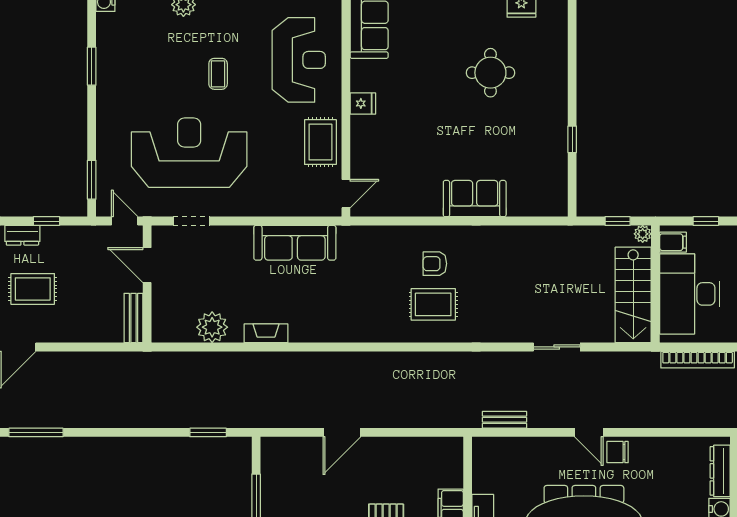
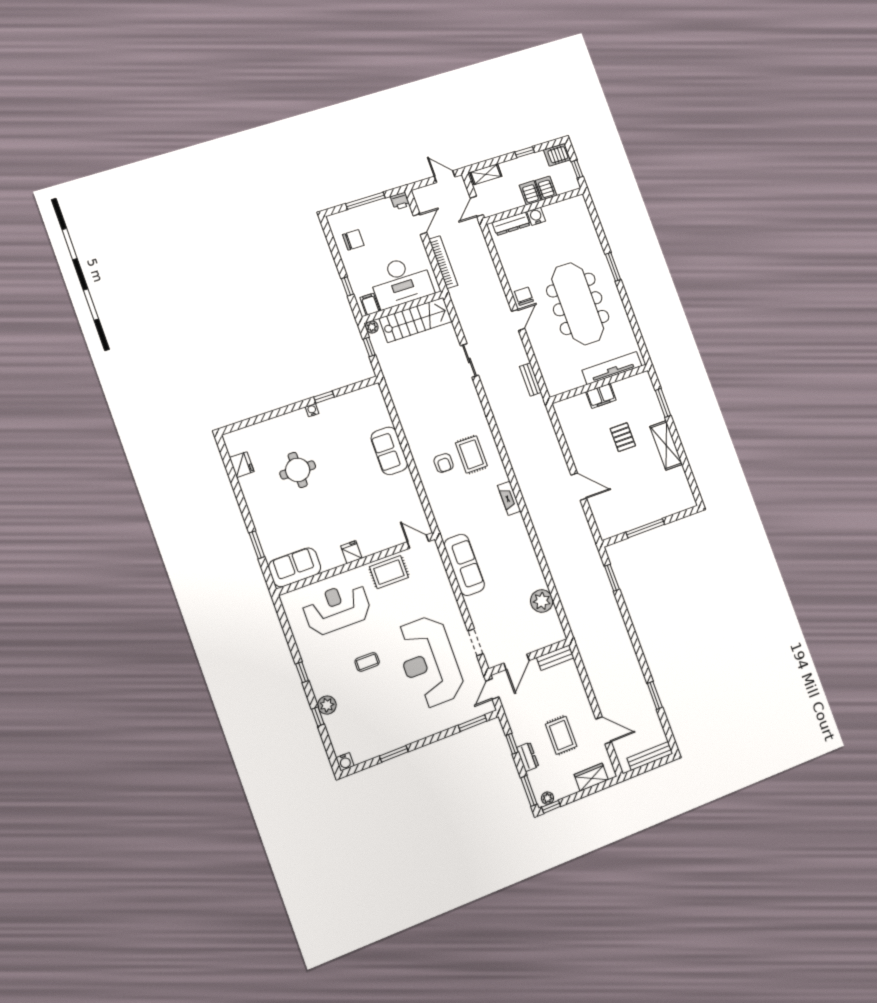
water cooler: (561, 118) -> (312, 410), added
fireplace: (266, 333) -> (509, 498), moved
window: (36, 432) -> (655, 695), width x0.69
chair: (618, 452) -> (524, 296), turned 180

